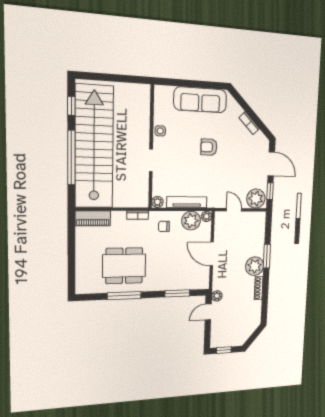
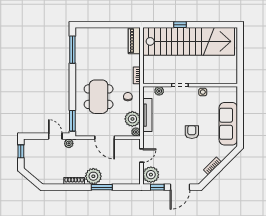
window: (71, 106) -> (218, 25), removed
window: (71, 158) -> (180, 25), width x0.32
plant: (157, 202) -> (159, 91), moved
door: (212, 254) -> (105, 138), swing flipped
dining table: (124, 266) -> (99, 97), moved
window: (177, 293) -> (72, 121), moved
window: (124, 296) -> (72, 50), moved

